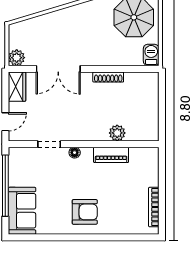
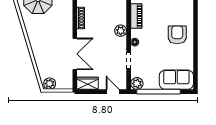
plant: (17, 58) -> (50, 84), moved
plant: (117, 133) -> (121, 31), moved
plant: (17, 156) -> (137, 83), added

